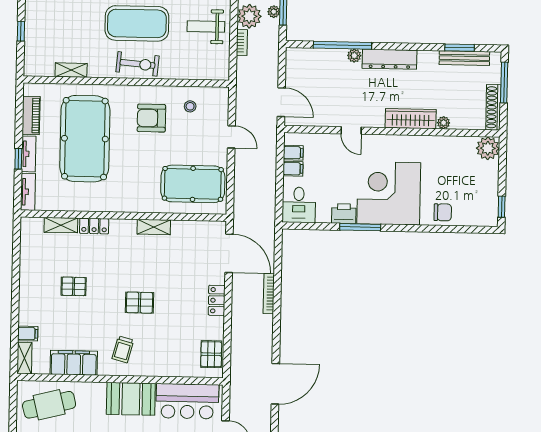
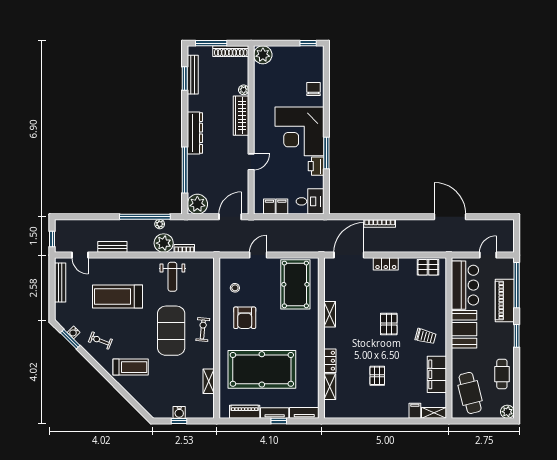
water cooler: (32, 32) -> (179, 412), added
plant: (354, 56) -> (197, 204), moved, width x1.88, depth x1.88
exercise bike: (138, 64) -> (203, 329), width x0.73, depth x0.72

